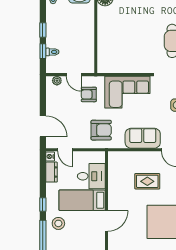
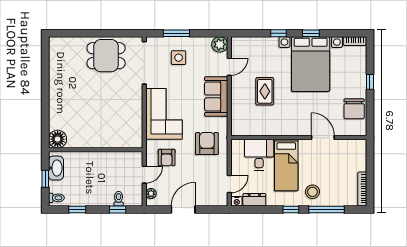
window: (43, 30) -> (77, 209), moved
door: (43, 126) -> (183, 209), moved
door: (106, 221) -> (323, 138), moved

